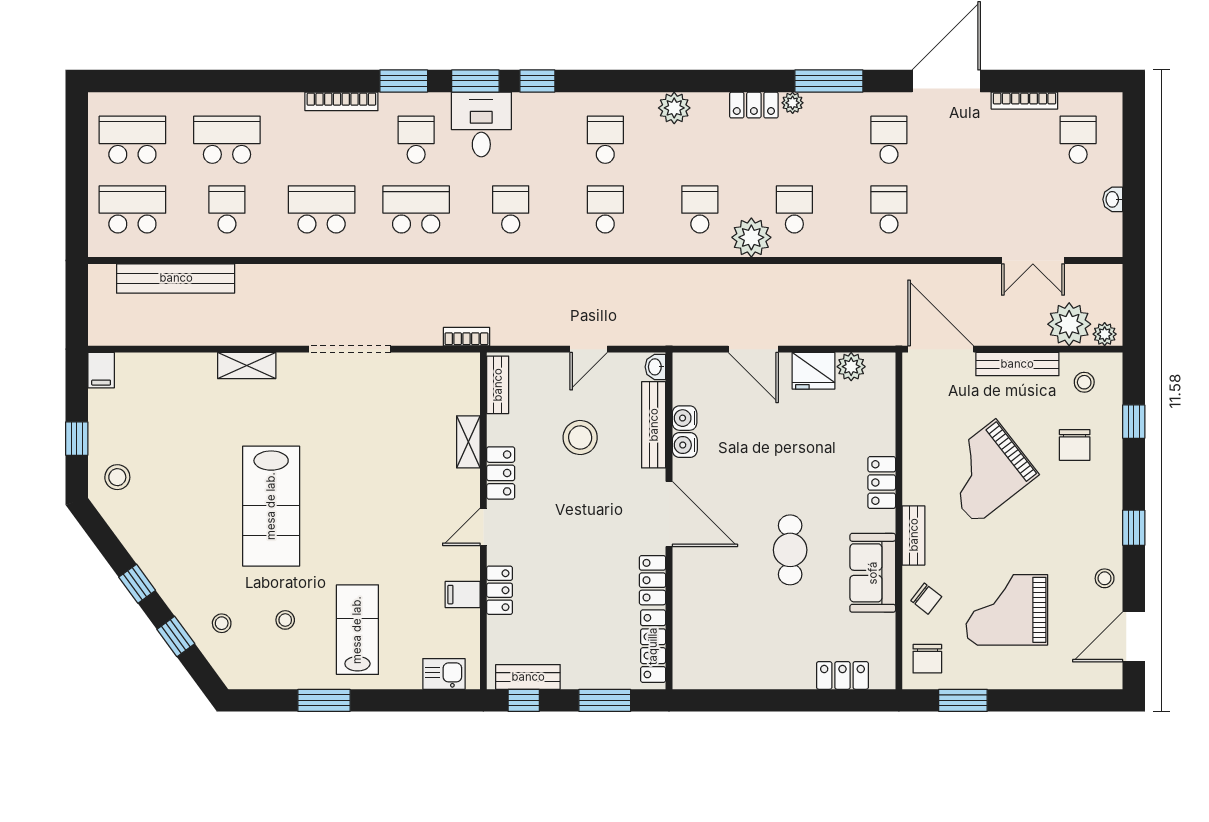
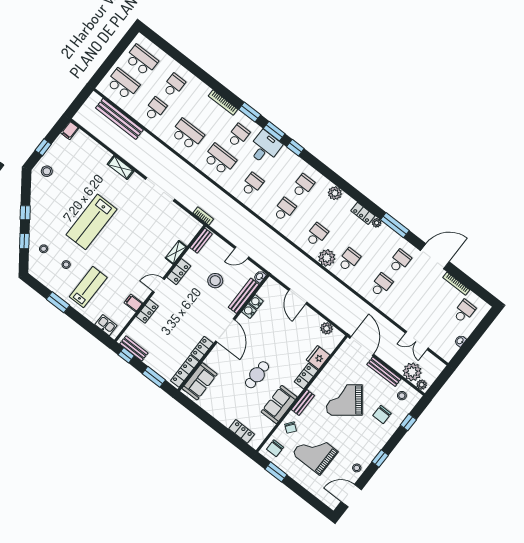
school desk: (227, 140) -> (174, 85), width x0.54
fridge: (813, 371) -> (318, 358), moved, turned 90
sofa: (695, 643) -> (200, 381), added

